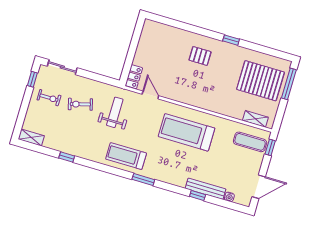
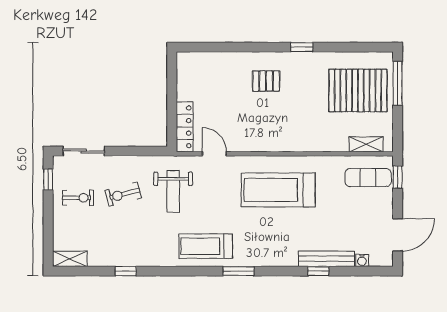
locker: (134, 77) -> (185, 127), width x1.53
weight bench: (115, 112) -> (173, 191), turned 180

